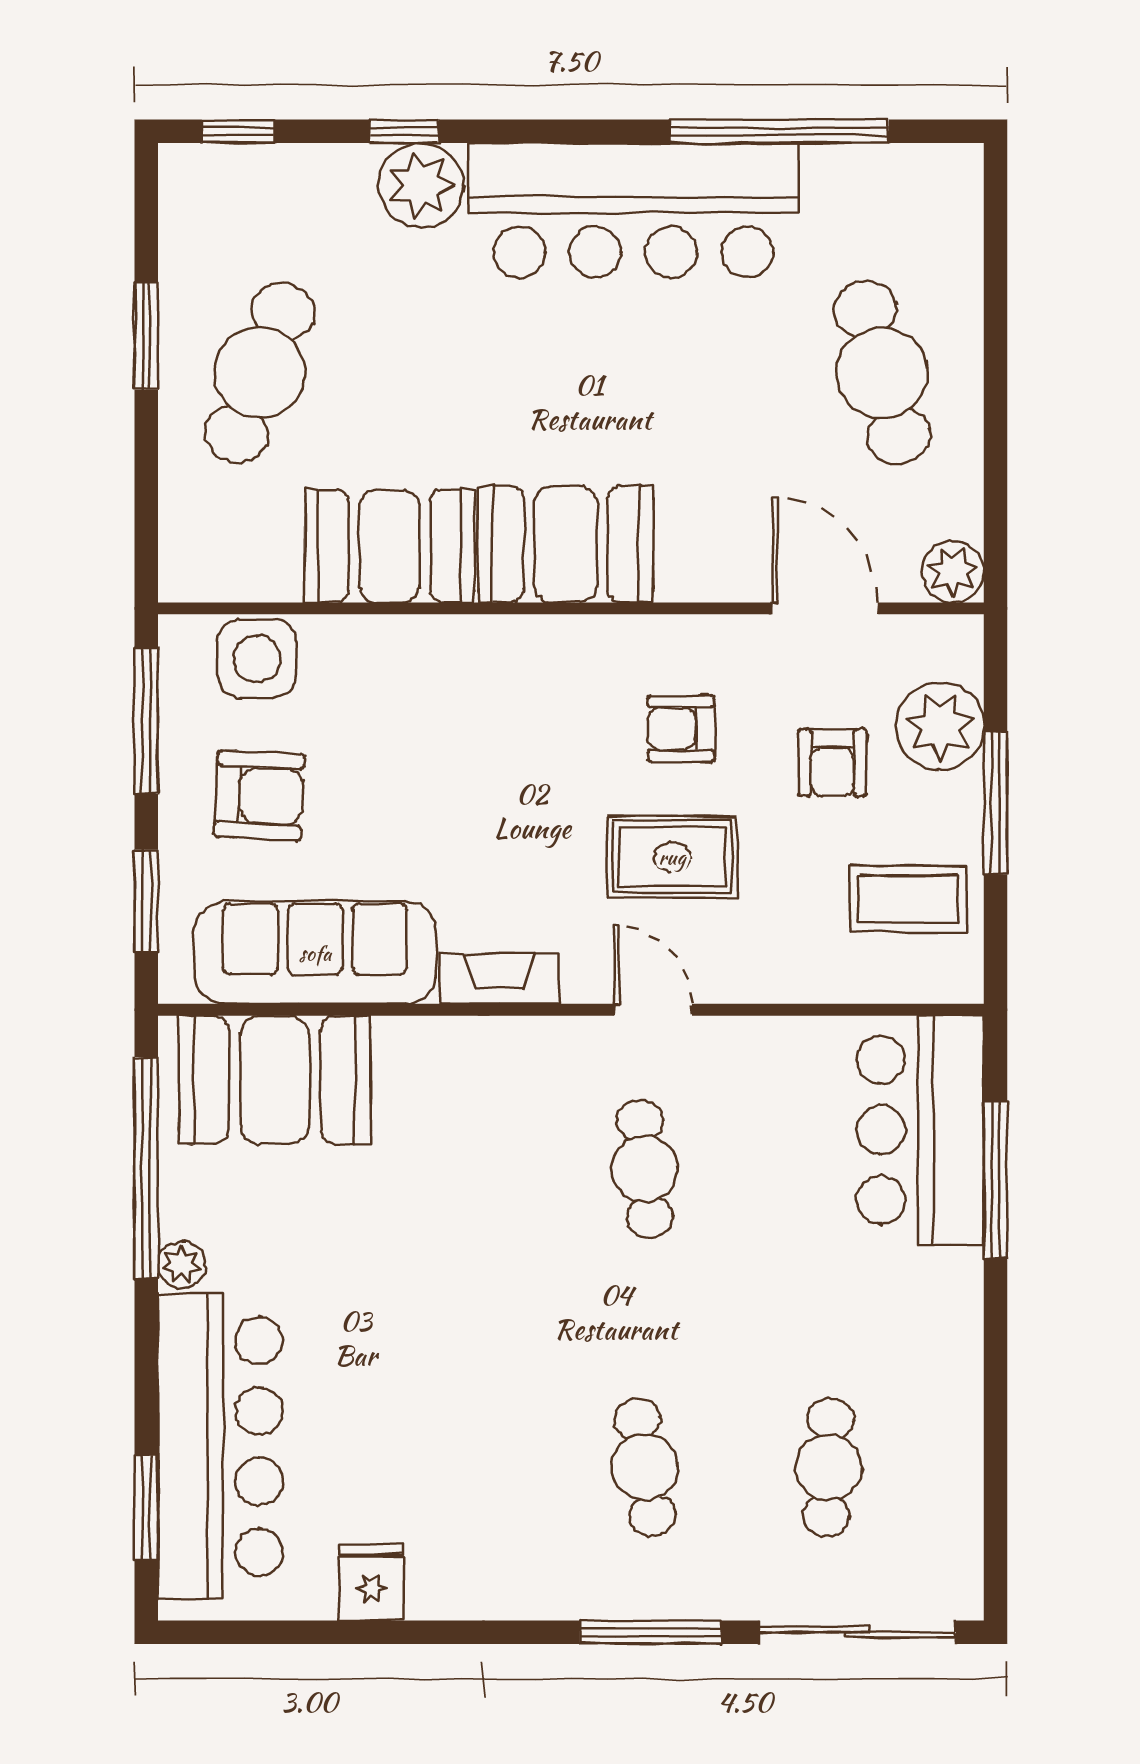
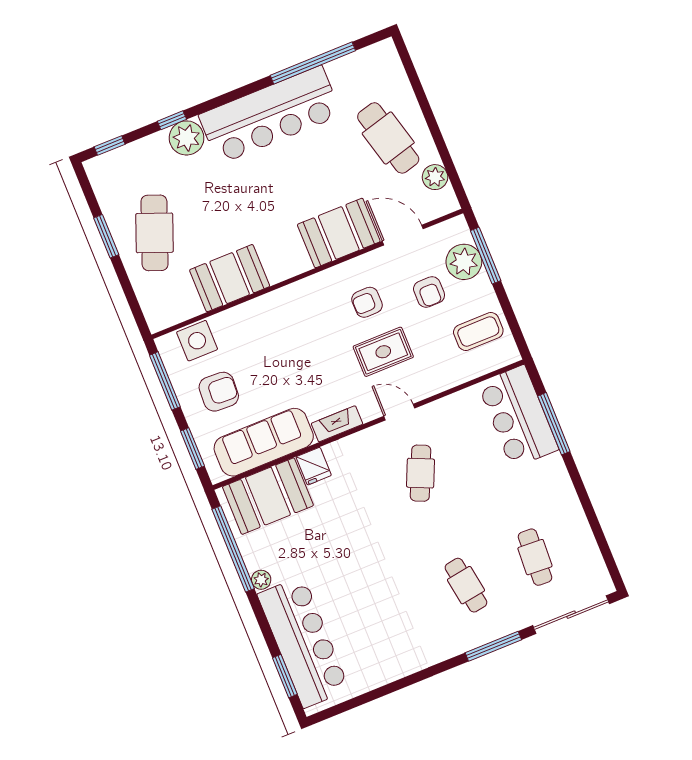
booth: (566, 544) -> (339, 233), moved
plant: (953, 571) -> (435, 177), moved
window: (995, 803) -> (486, 256), moved
cafe table: (645, 1169) -> (421, 473), turned 30
fridge: (371, 1582) -> (314, 466), moved, turned 180

